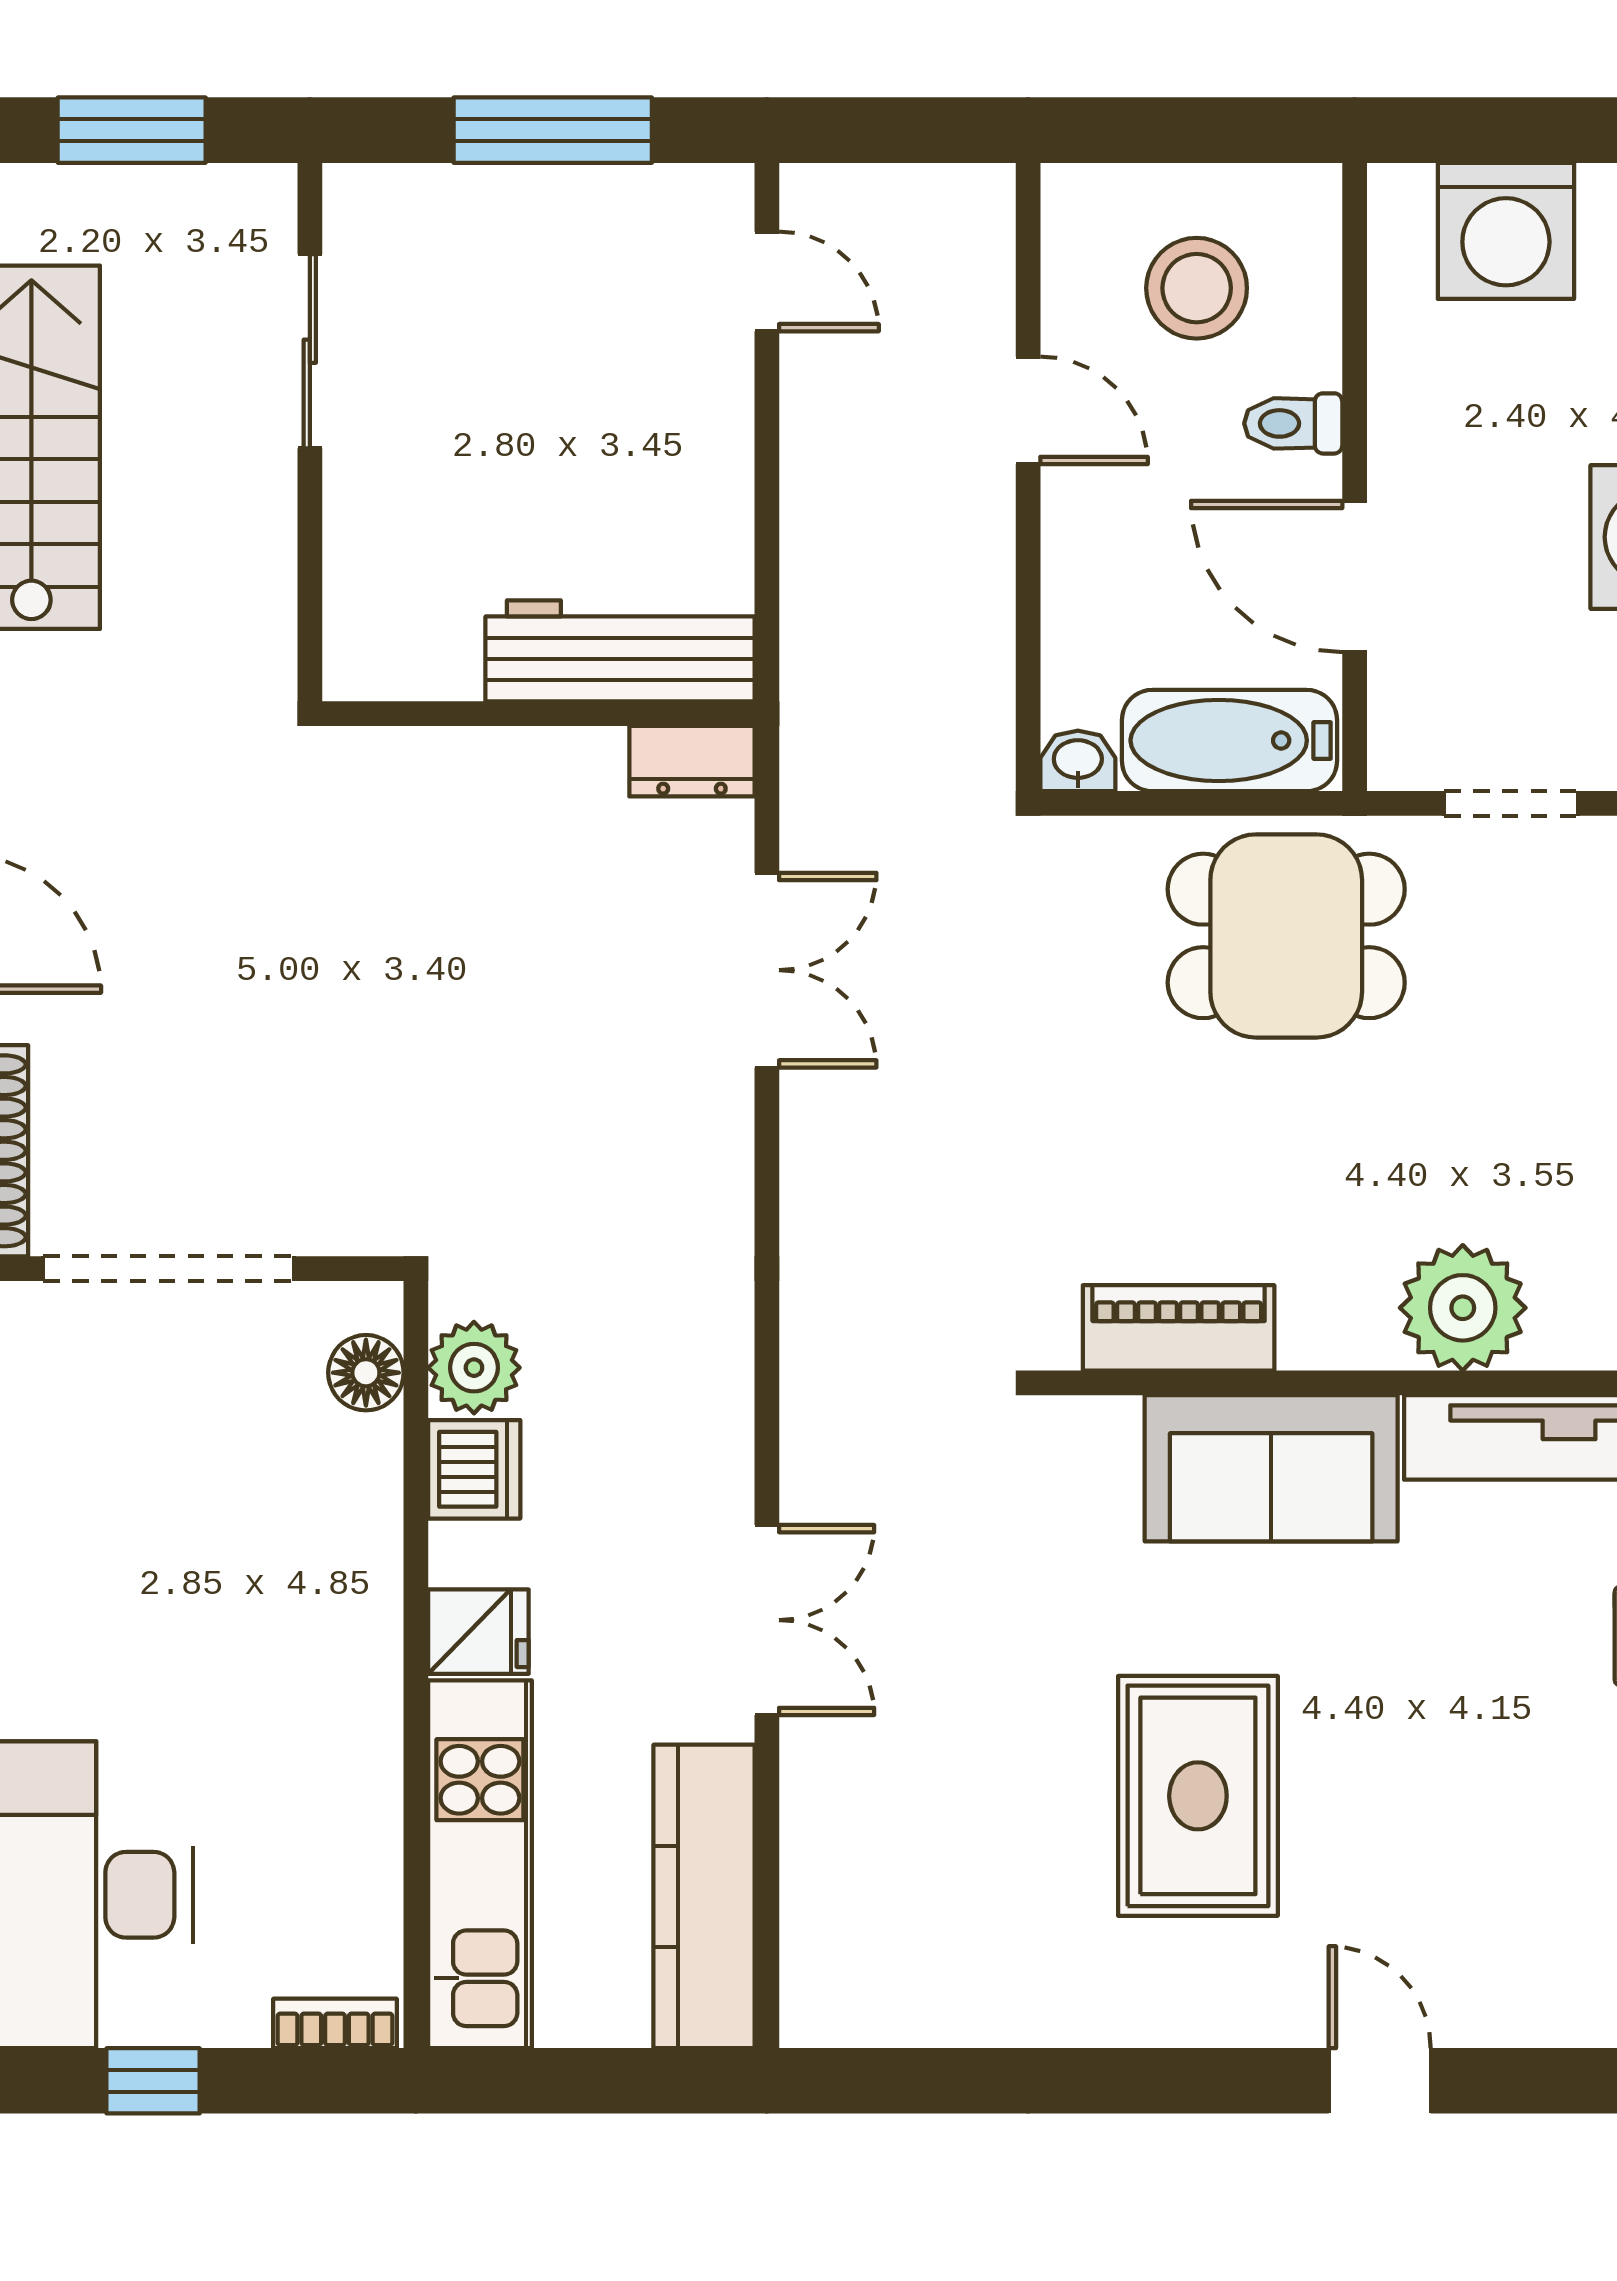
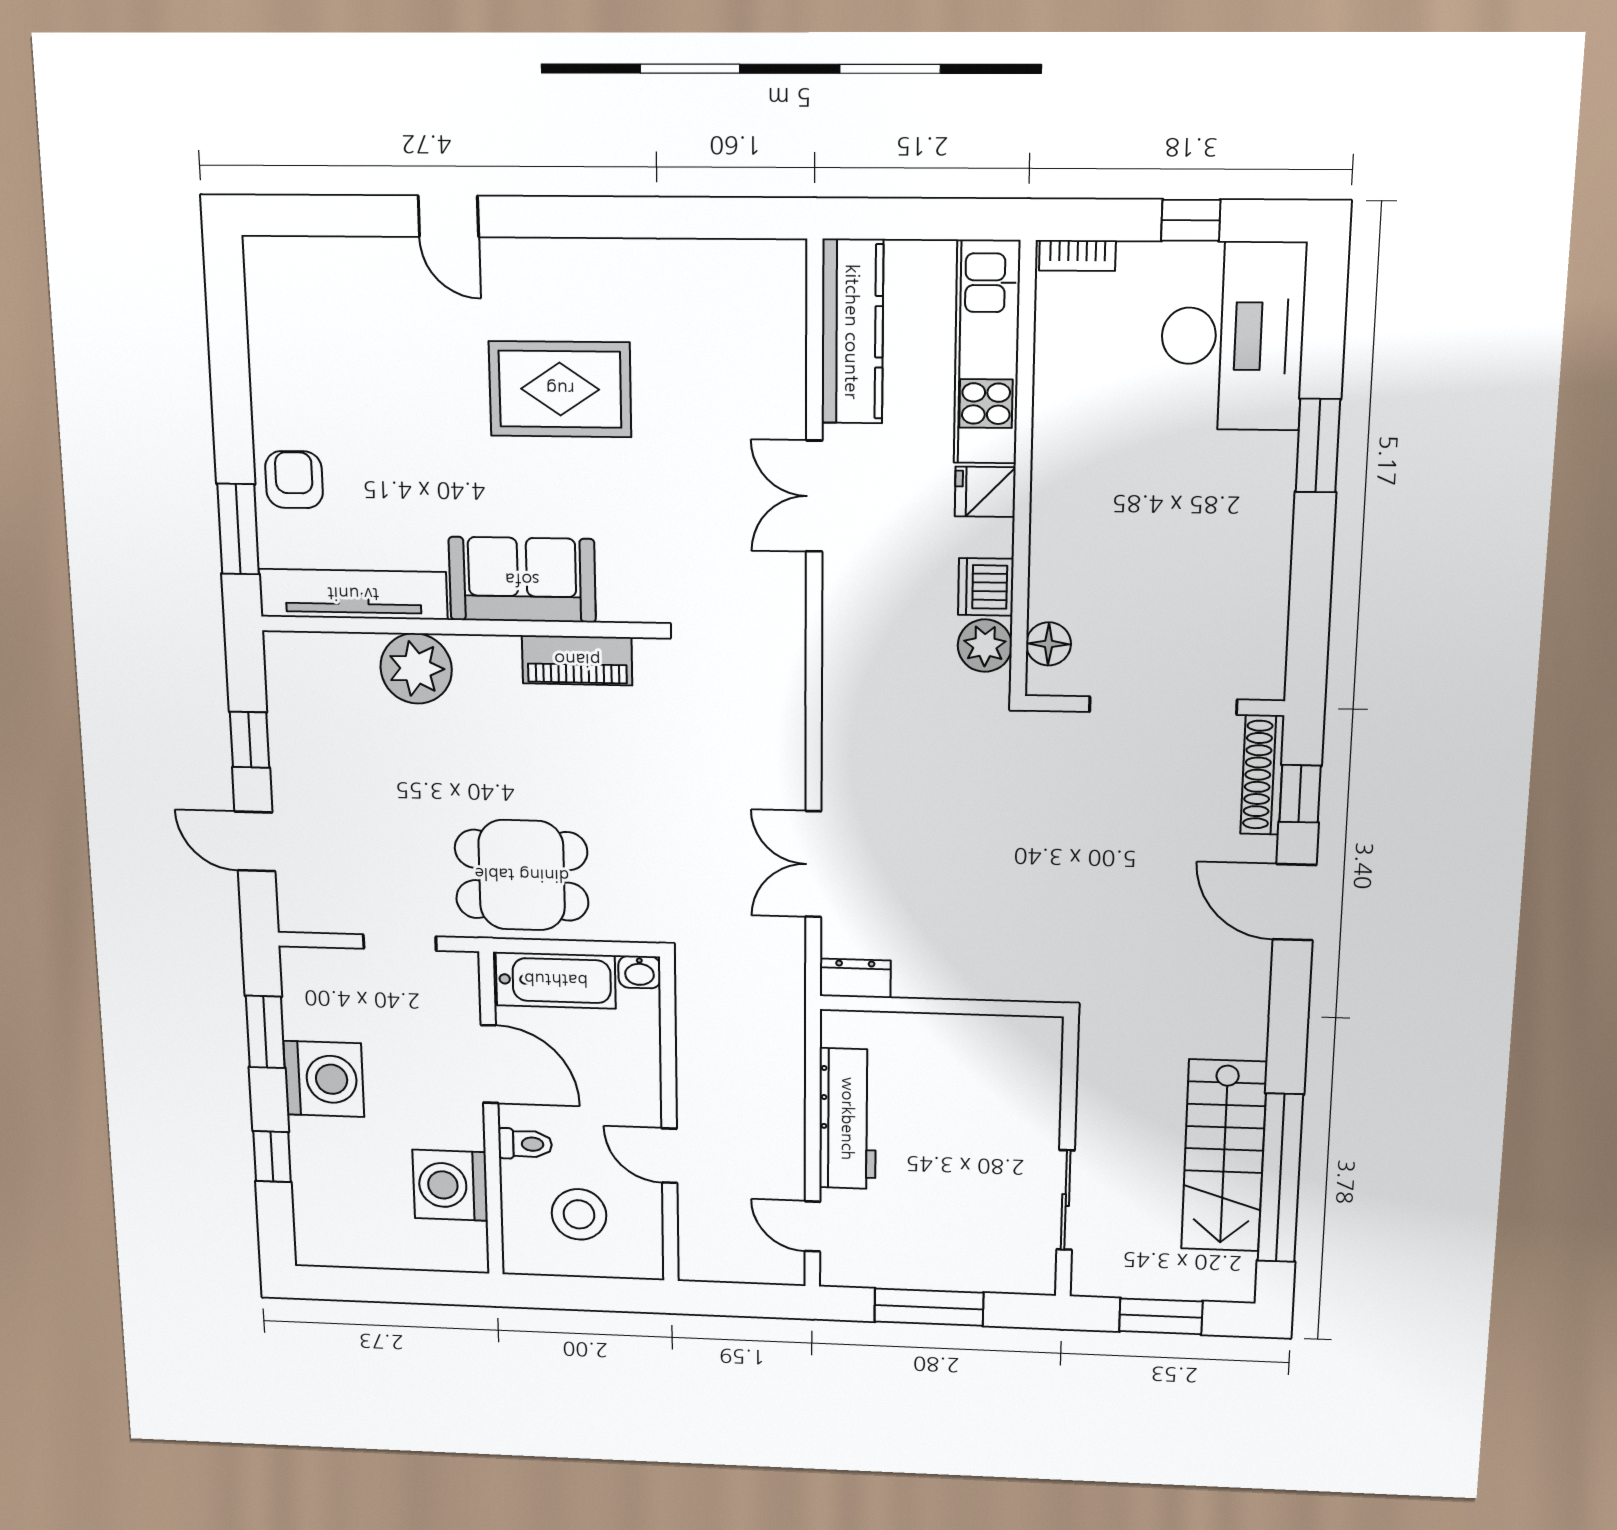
washing machine: (1506, 231) -> (450, 1185), moved, turned -90
workbench: (620, 651) -> (848, 1119), moved, turned -90
rug: (1198, 1796) -> (560, 389), turned 90

